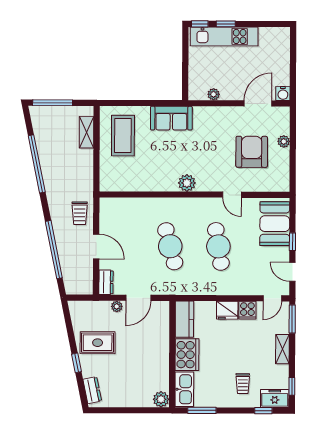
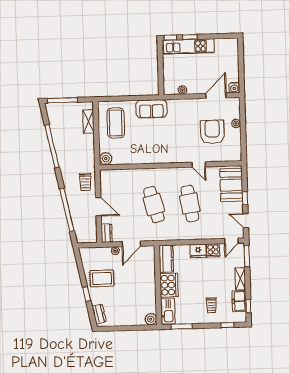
plant: (187, 183) -> (106, 159), moved
freezer: (275, 399) -> (239, 301), moved, turned -90

